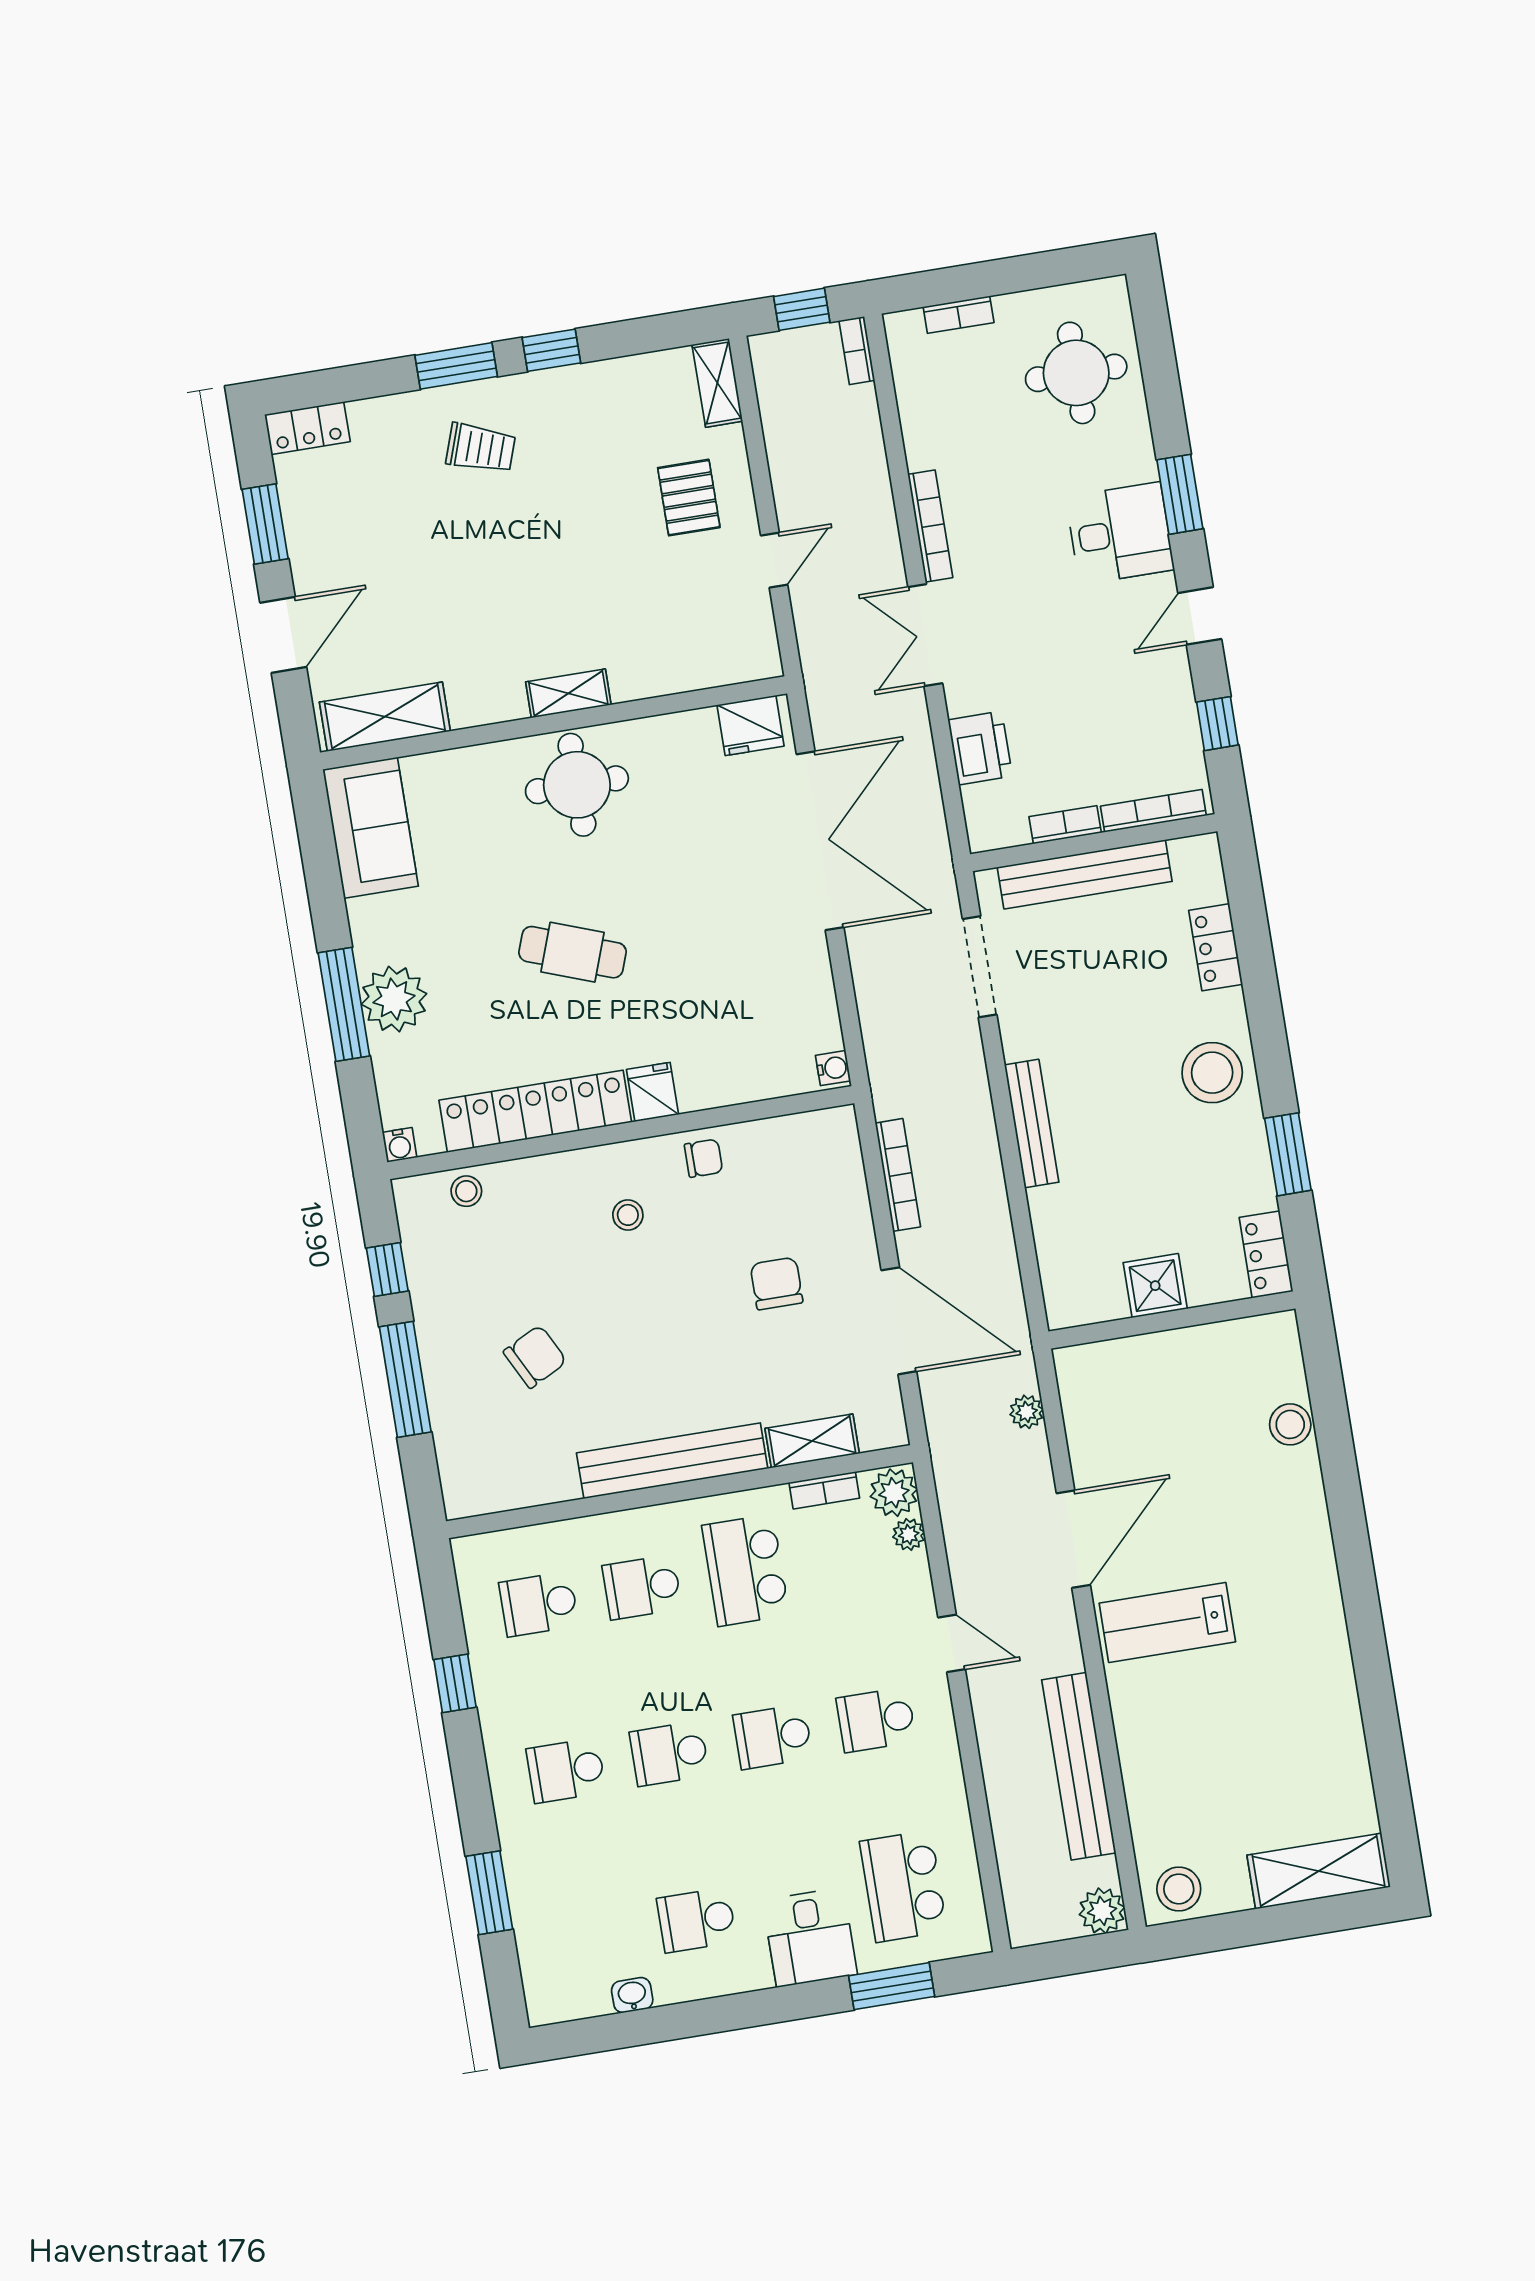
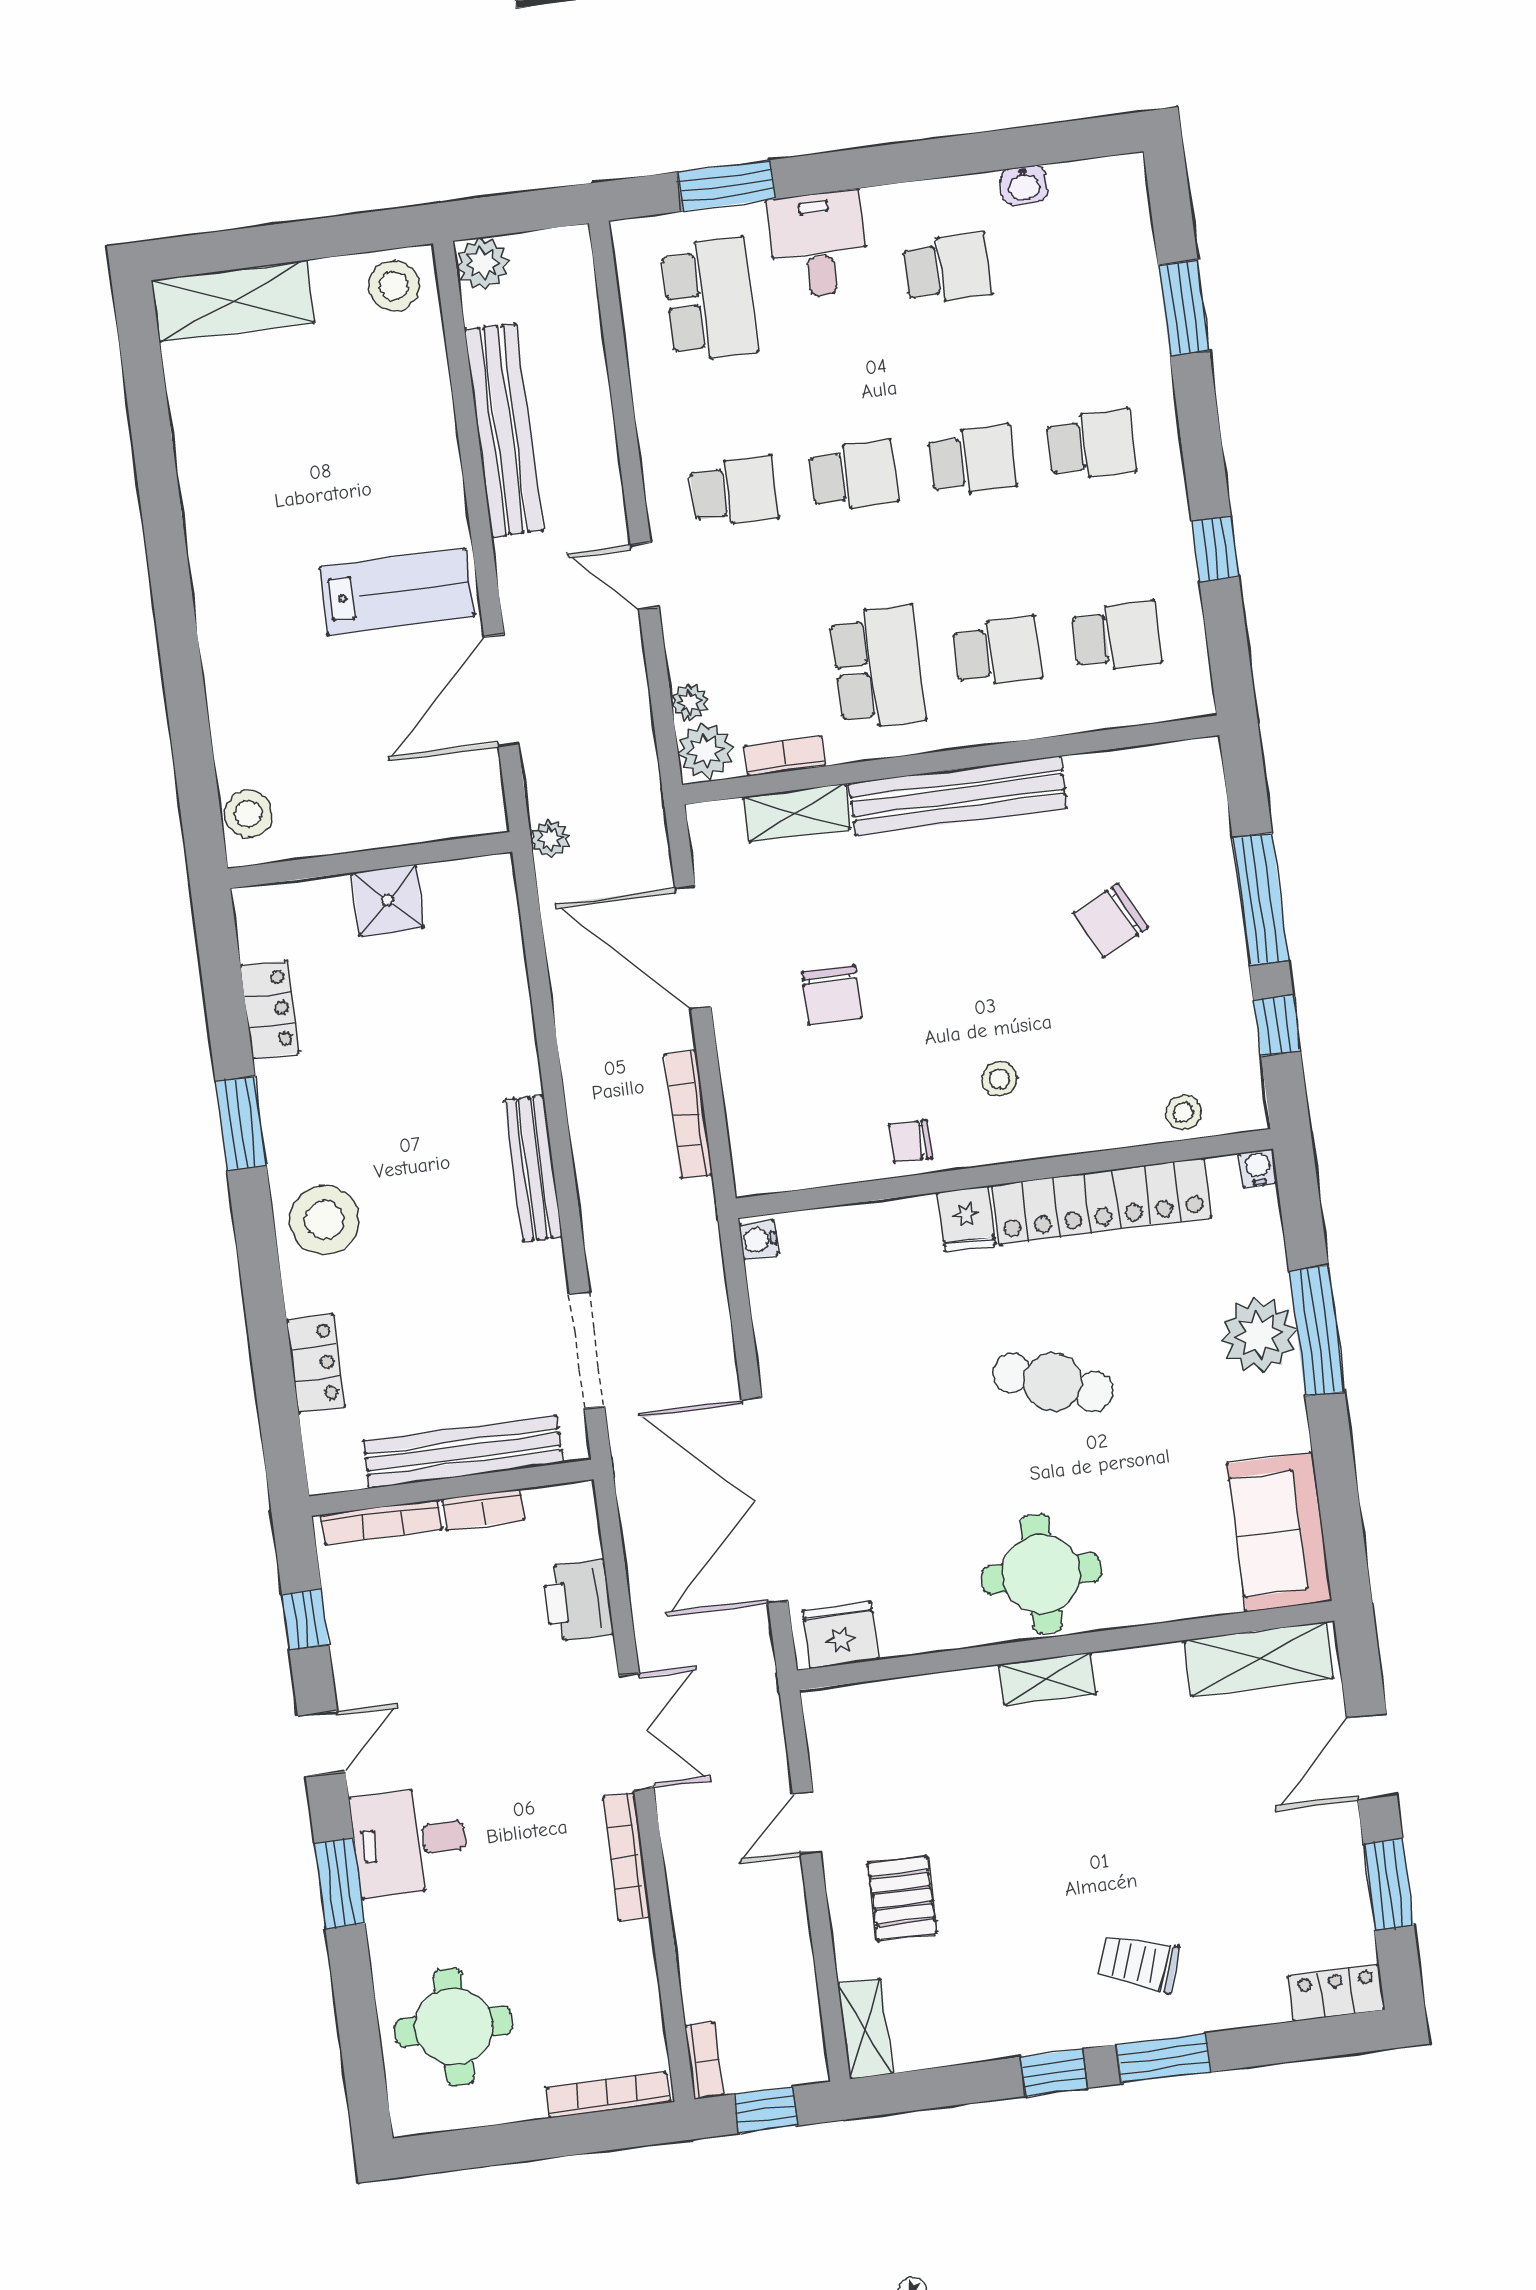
bookcase: (959, 315) -> (608, 2095), width x1.56
shower: (1155, 1286) -> (388, 900), moved
wall: (1172, 1320) -> (370, 860), moved

